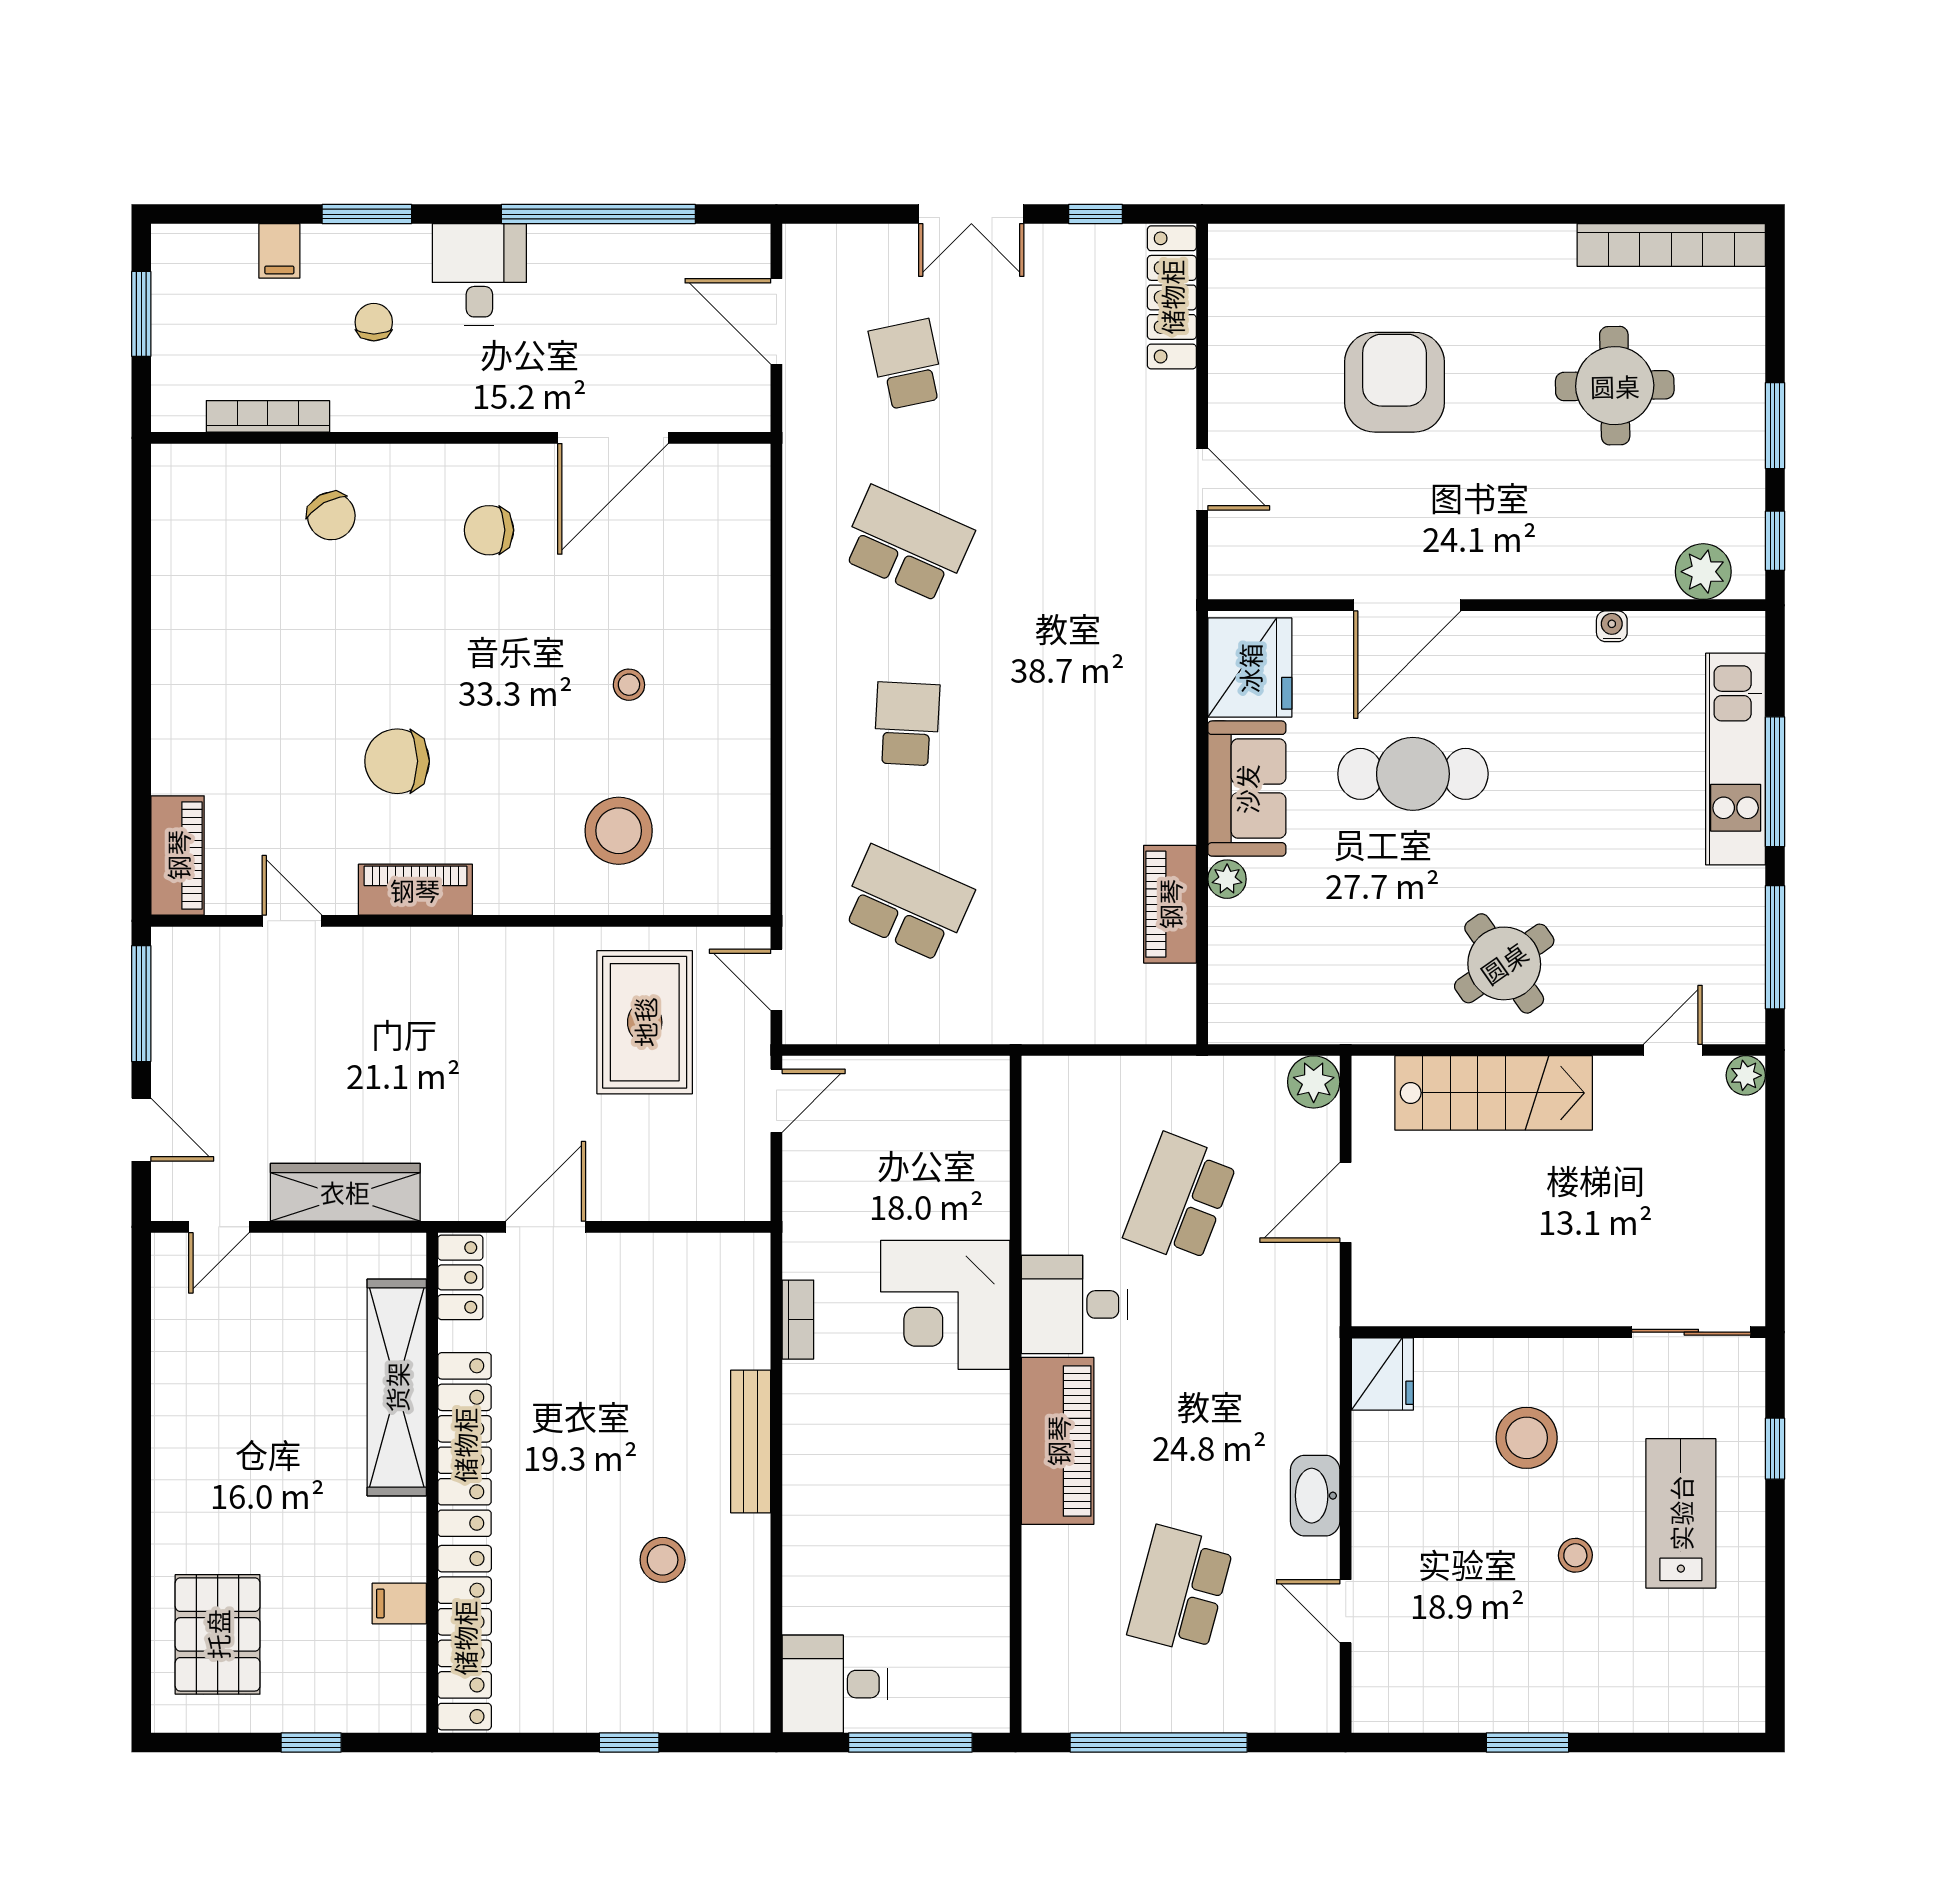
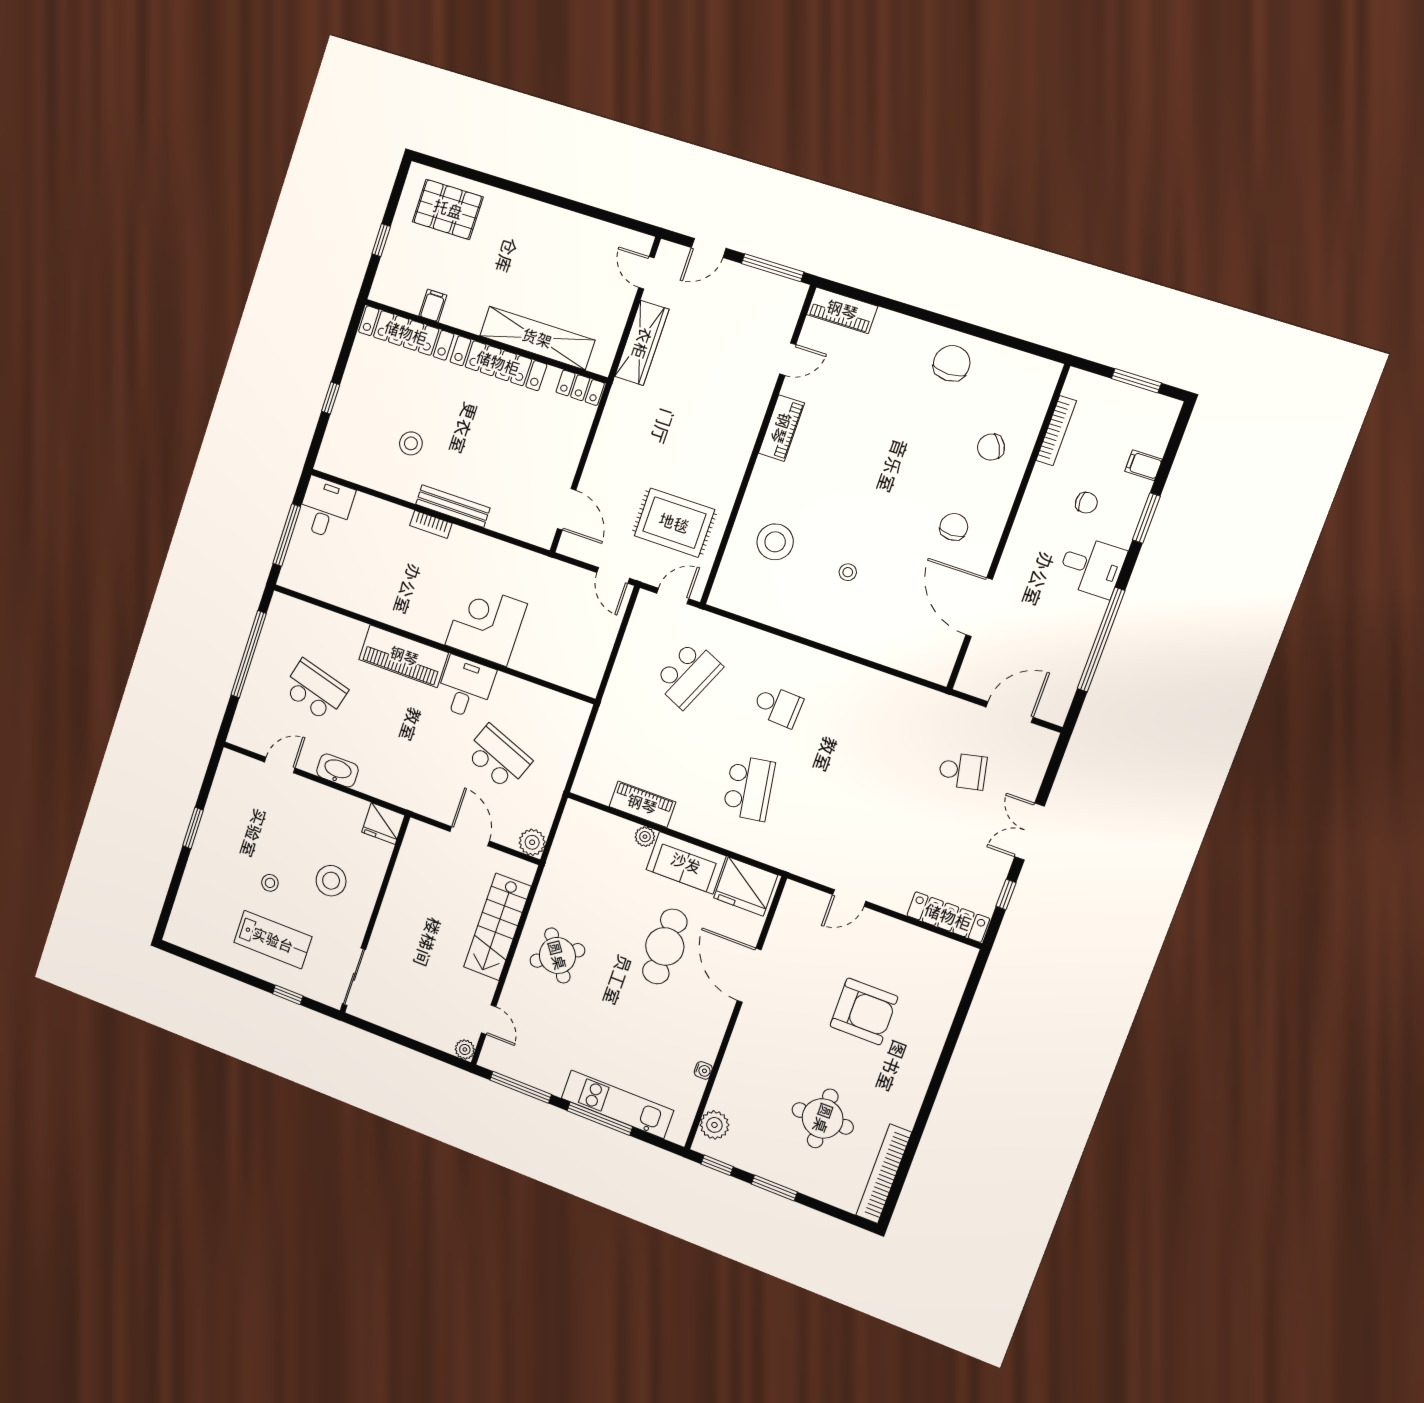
school desk: (907, 544) -> (749, 788), moved, turned -33
chair: (397, 761) -> (952, 363), moved
door: (546, 1227) -> (567, 509), moved
bookcase: (798, 1320) -> (431, 524), moved

